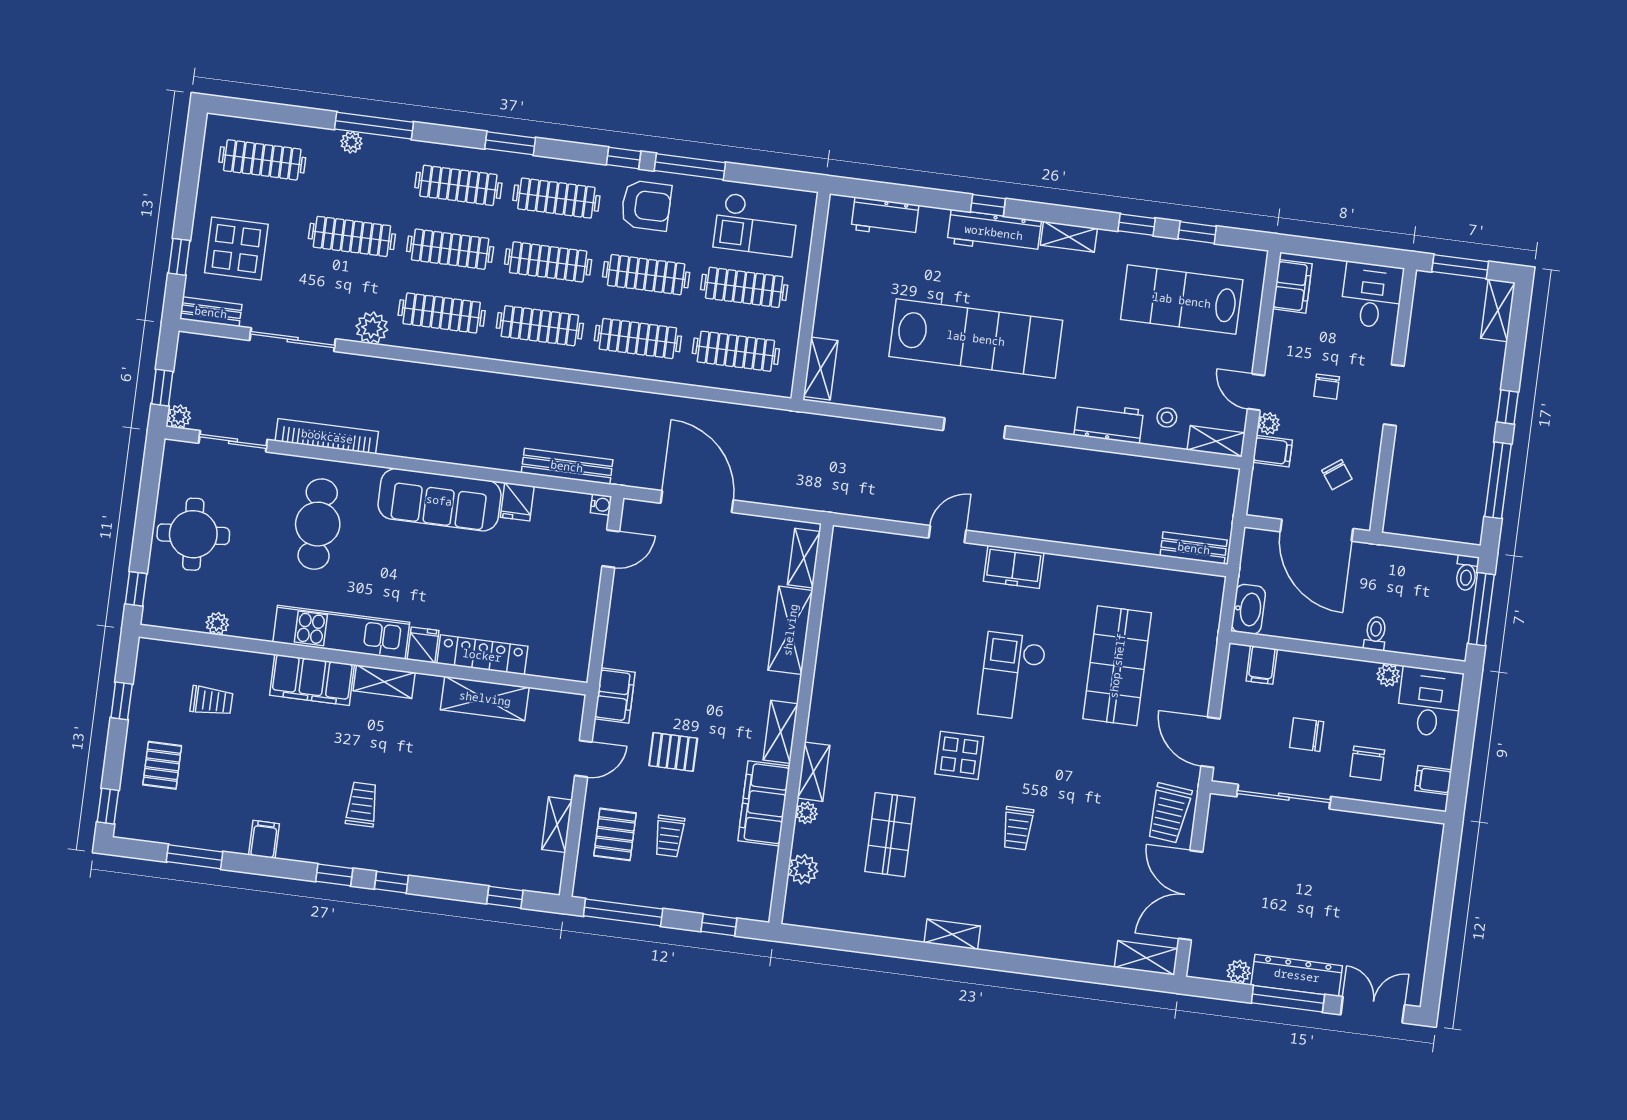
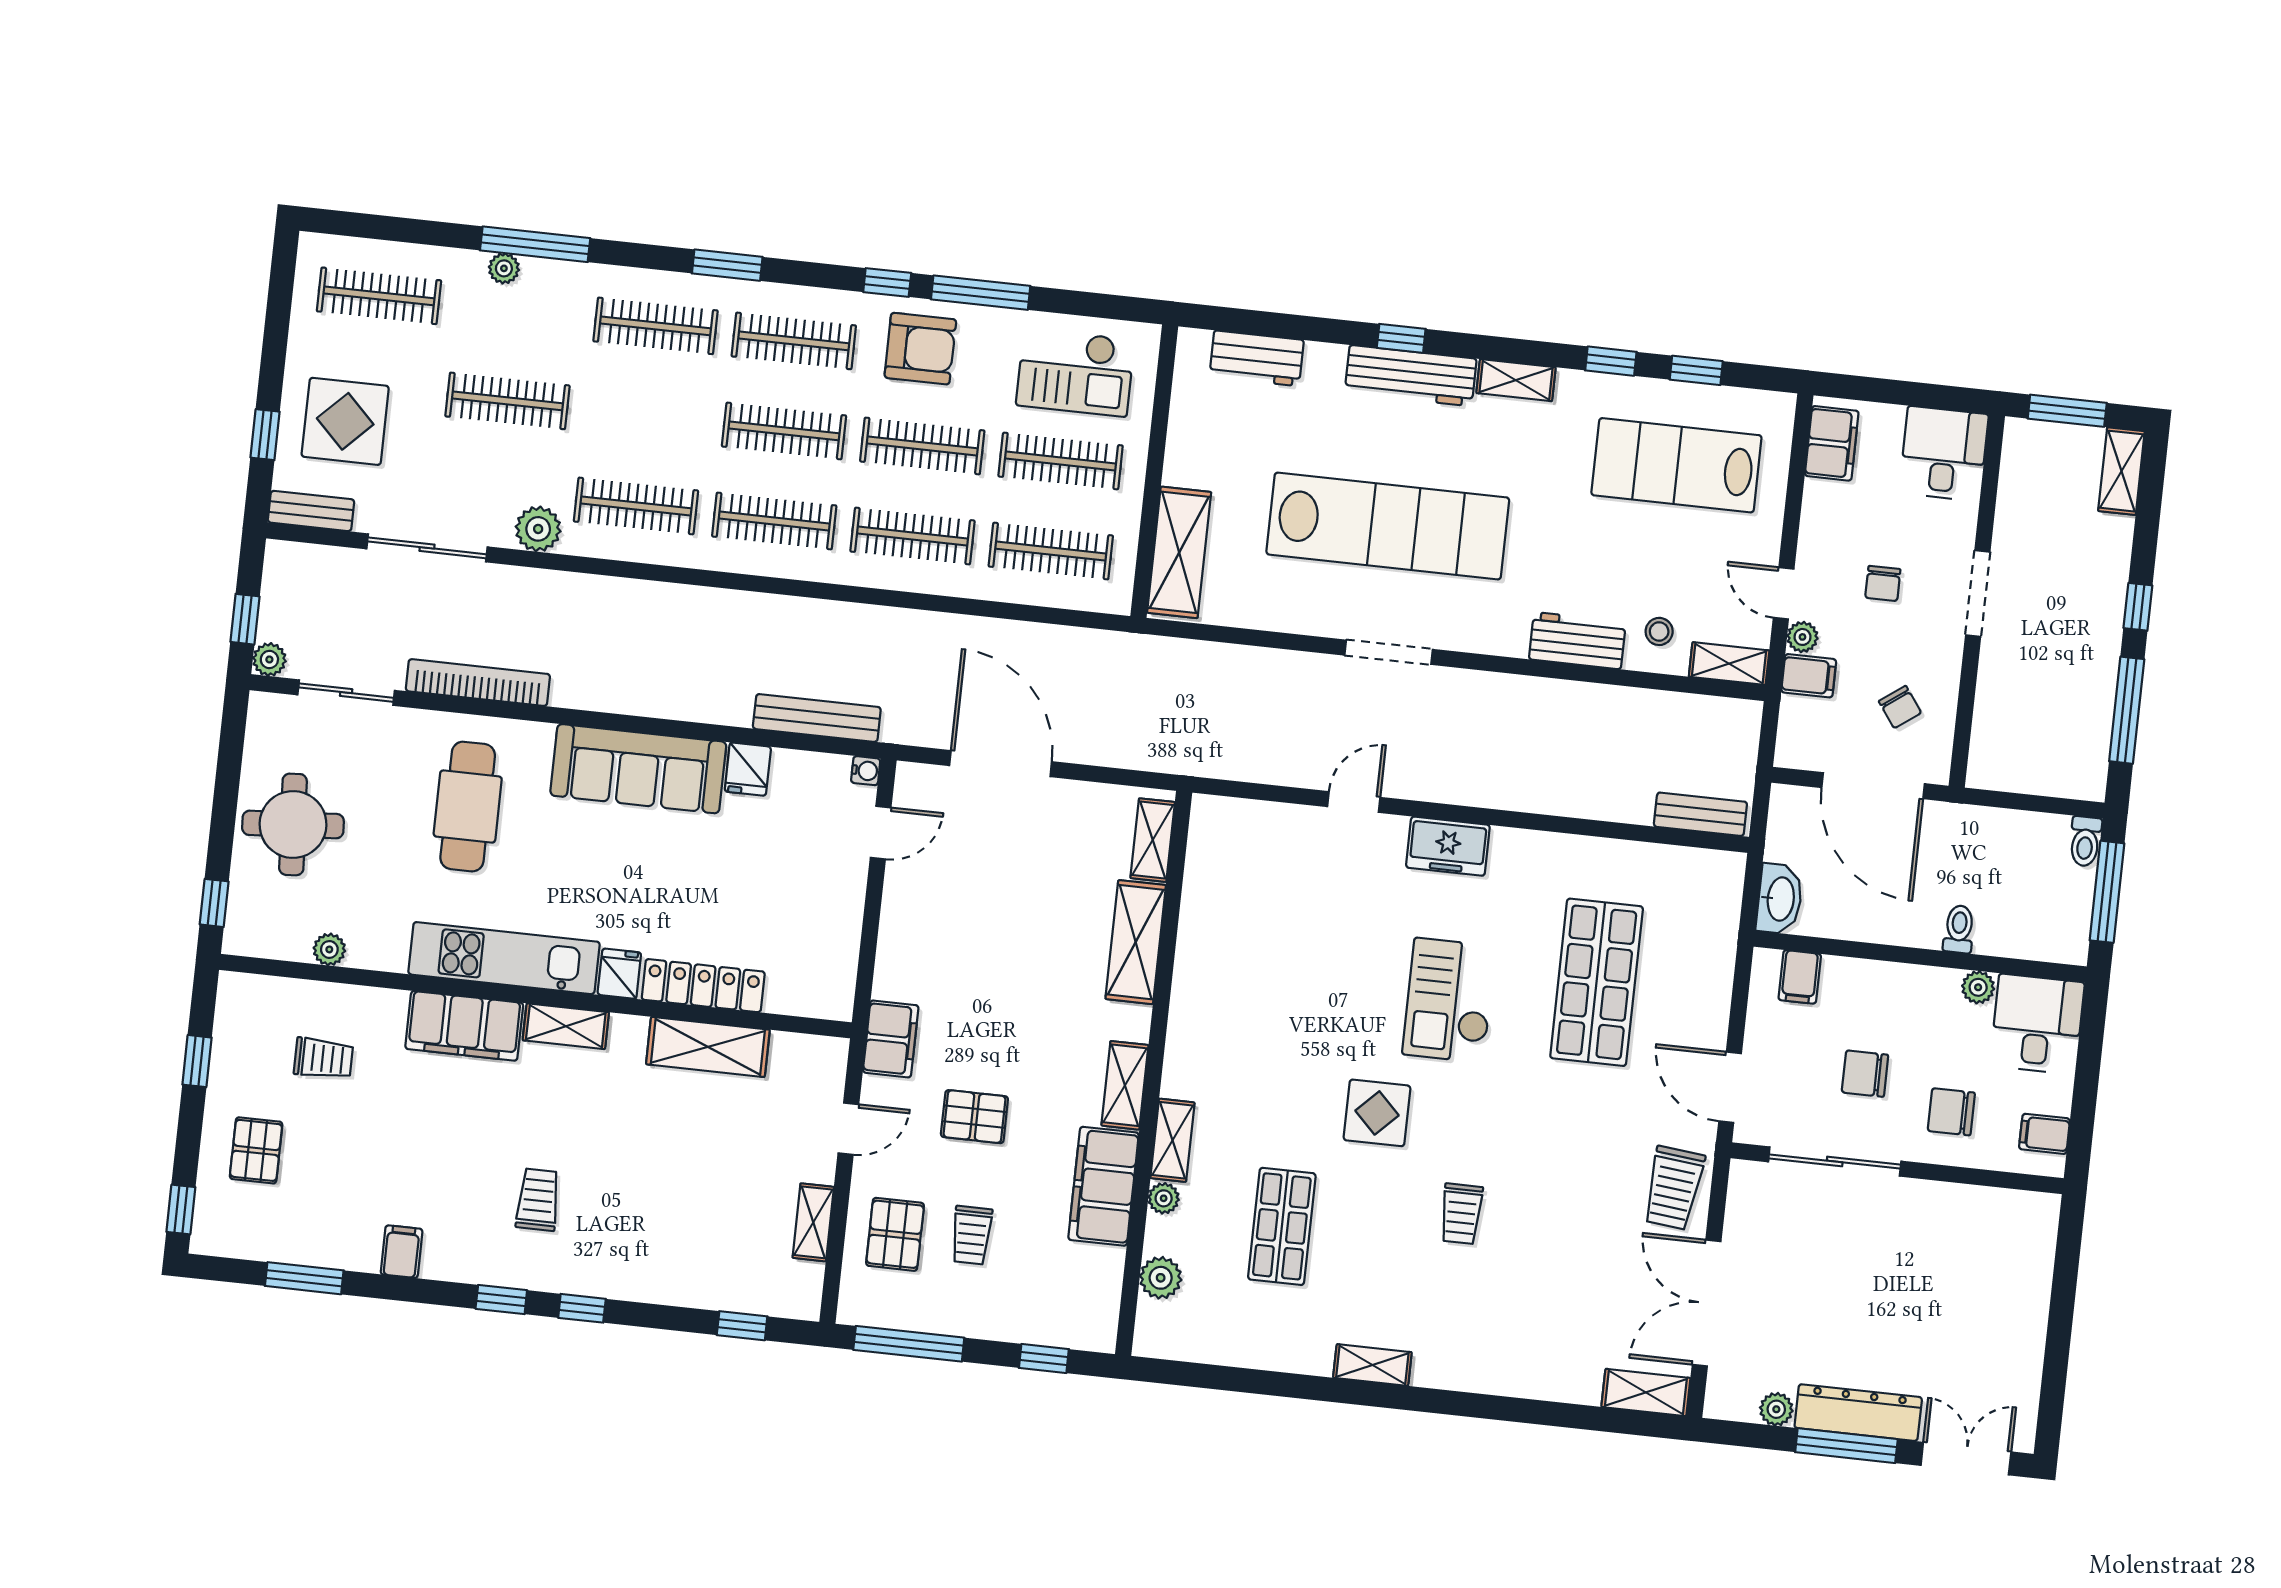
clothes rail: (450, 249) -> (646, 416), removed
shelving: (821, 368) -> (1179, 552), width x1.50, depth x1.33
chair: (1367, 763) -> (1951, 1112), turned 90

